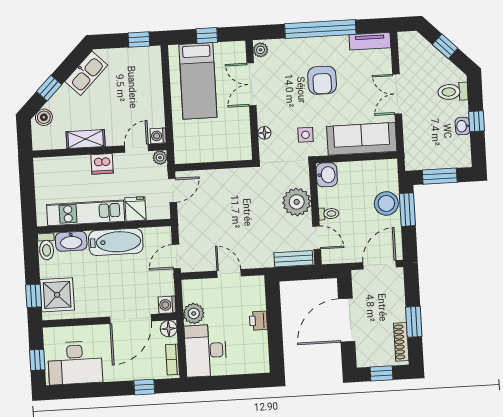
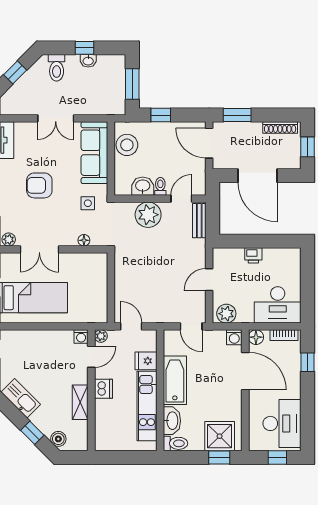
armchair: (322, 80) -> (39, 185), turned 180
door: (137, 148) -> (91, 357), swing flipped
washbasin: (327, 175) -> (143, 186), moved
stool: (386, 203) -> (127, 145), moved
window: (407, 210) -> (161, 115), width x0.67
plant: (194, 313) -> (226, 314), moved
window: (414, 322) -> (237, 115), moved

